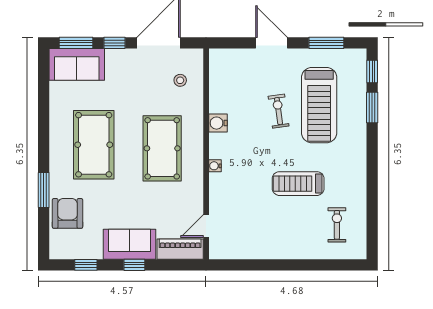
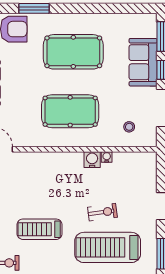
sofa: (77, 64) -> (143, 62), moved
water cooler: (215, 166) -> (107, 157), moved
treadmill: (298, 184) -> (40, 229), turned -90

